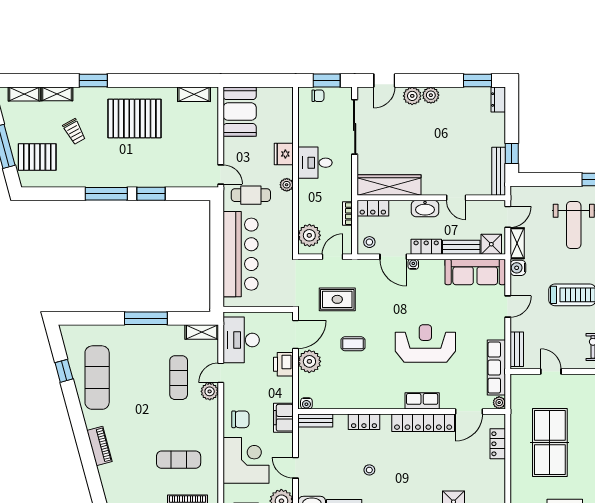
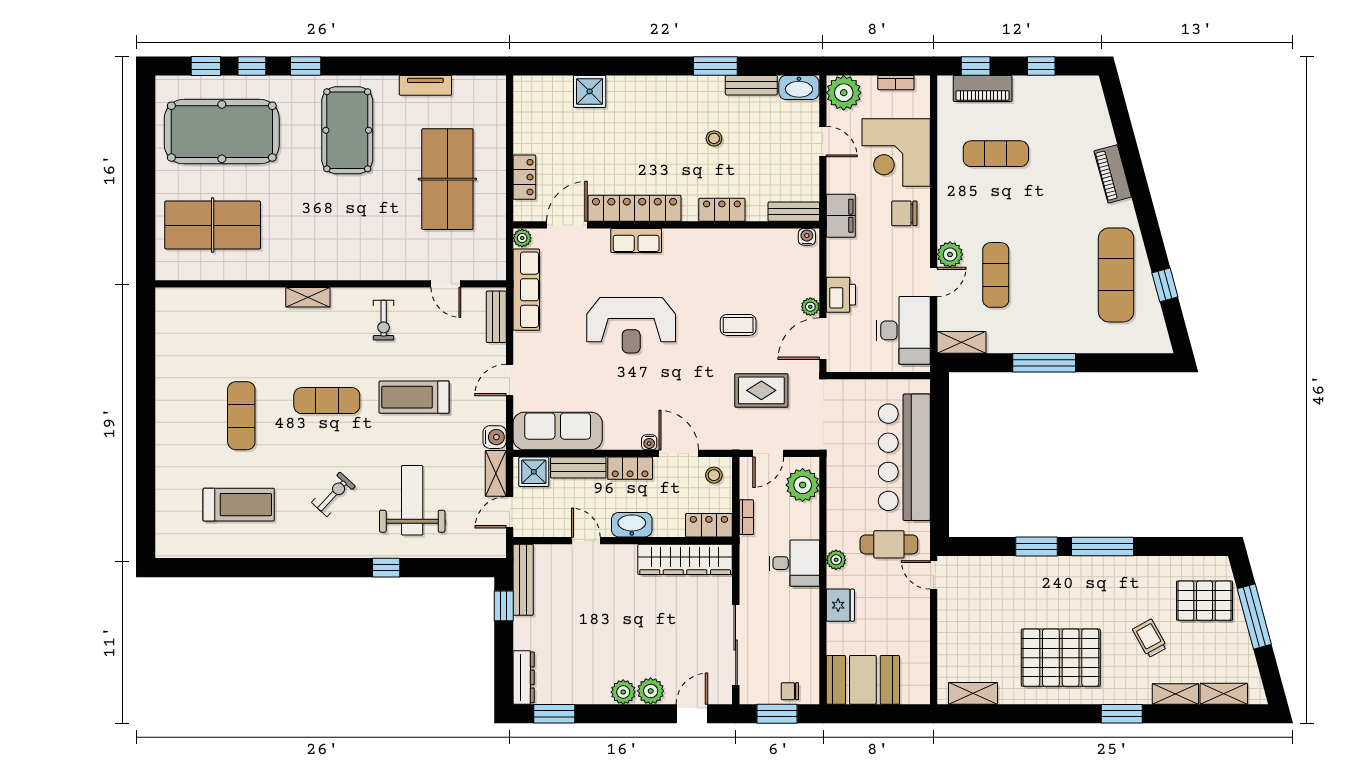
dresser: (498, 100) -> (524, 677), width x1.44
booth: (240, 112) -> (863, 680), moved, turned 90
desk: (315, 163) -> (794, 563), moved
plant: (309, 361) -> (810, 307), width x0.53, depth x0.53

